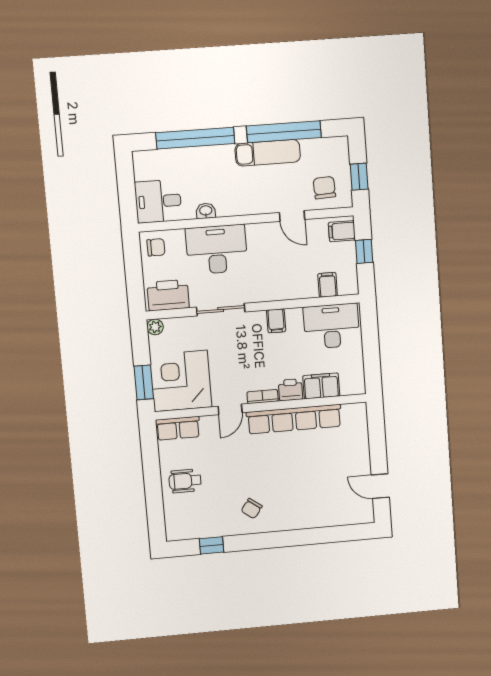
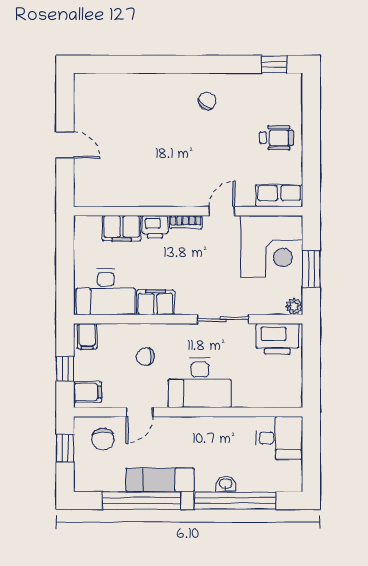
washbasin: (206, 211) -> (226, 484), moved, turned 180
door: (292, 216) -> (139, 412), swing flipped
chair: (156, 247) -> (145, 357), moved
desk: (217, 249) -> (200, 383), moved
filing cabinet: (328, 285) -> (87, 336), moved
filing cabinet: (276, 321) -> (156, 302), width x2.00
window: (144, 382) -> (311, 269), moved
row of seats: (294, 419) -> (154, 195), removed
door: (380, 486) -> (65, 145), moved
window: (212, 545) -> (274, 64), moved

